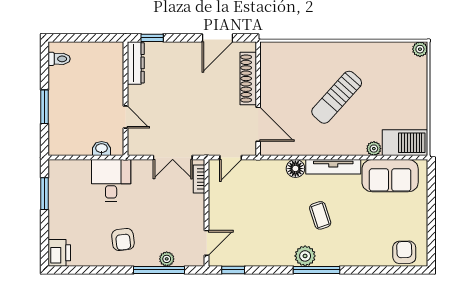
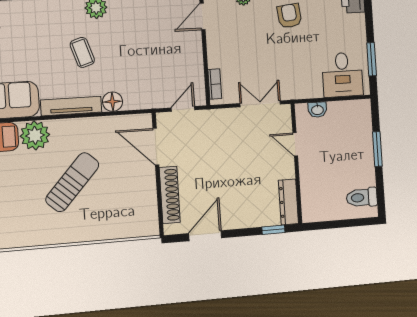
toilet: (59, 59) -> (362, 197), width x1.37, depth x1.39
plant: (374, 149) -> (35, 135), width x1.87, depth x1.87
double door: (173, 158) -> (260, 104), moved
desk: (111, 180) -> (342, 75), moved

